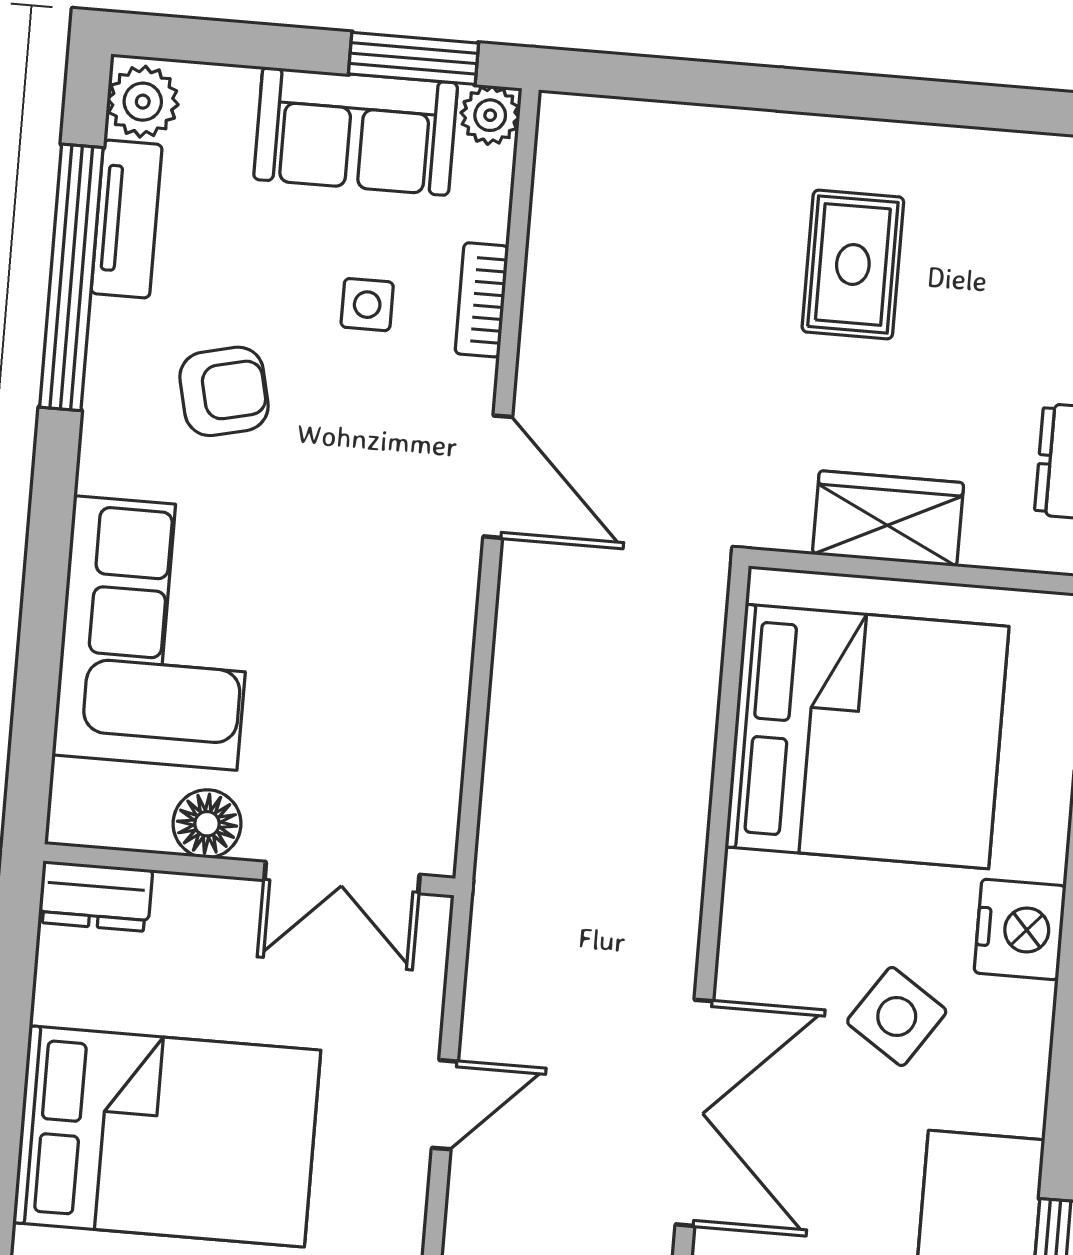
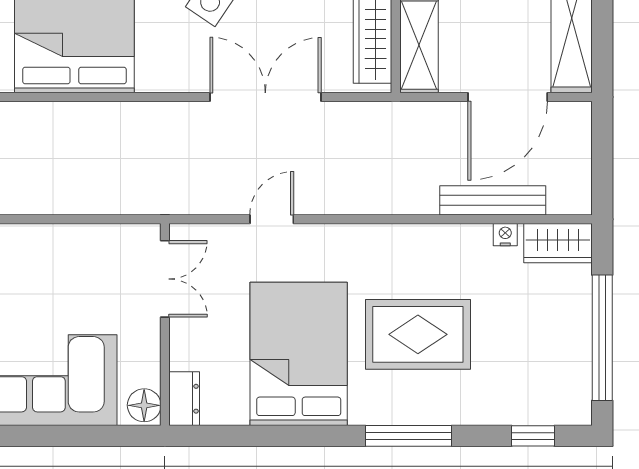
floor lamp: (207, 824) -> (144, 405), moved
door: (445, 1105) -> (272, 219), hinge flipped

